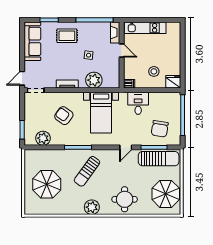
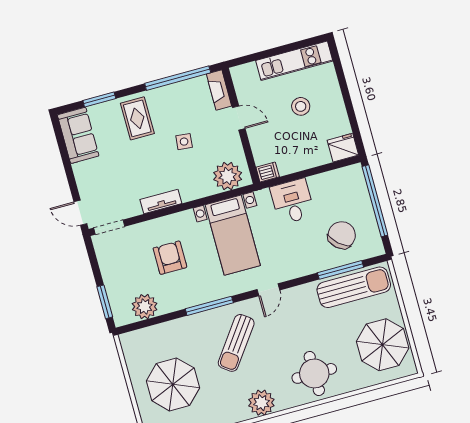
kitchen unit: (145, 28) -> (294, 61), moved
rug: (67, 36) -> (137, 118), turned 90
sofa: (32, 41) -> (78, 135), width x0.73
stool: (154, 71) -> (301, 106), moved
door: (22, 78) -> (80, 213), hinge flipped
plant: (94, 80) -> (228, 176), moved
armchair: (64, 116) -> (170, 258), turned 54
chair: (160, 129) -> (342, 235), turned -147
door: (126, 147) -> (268, 290), moved

